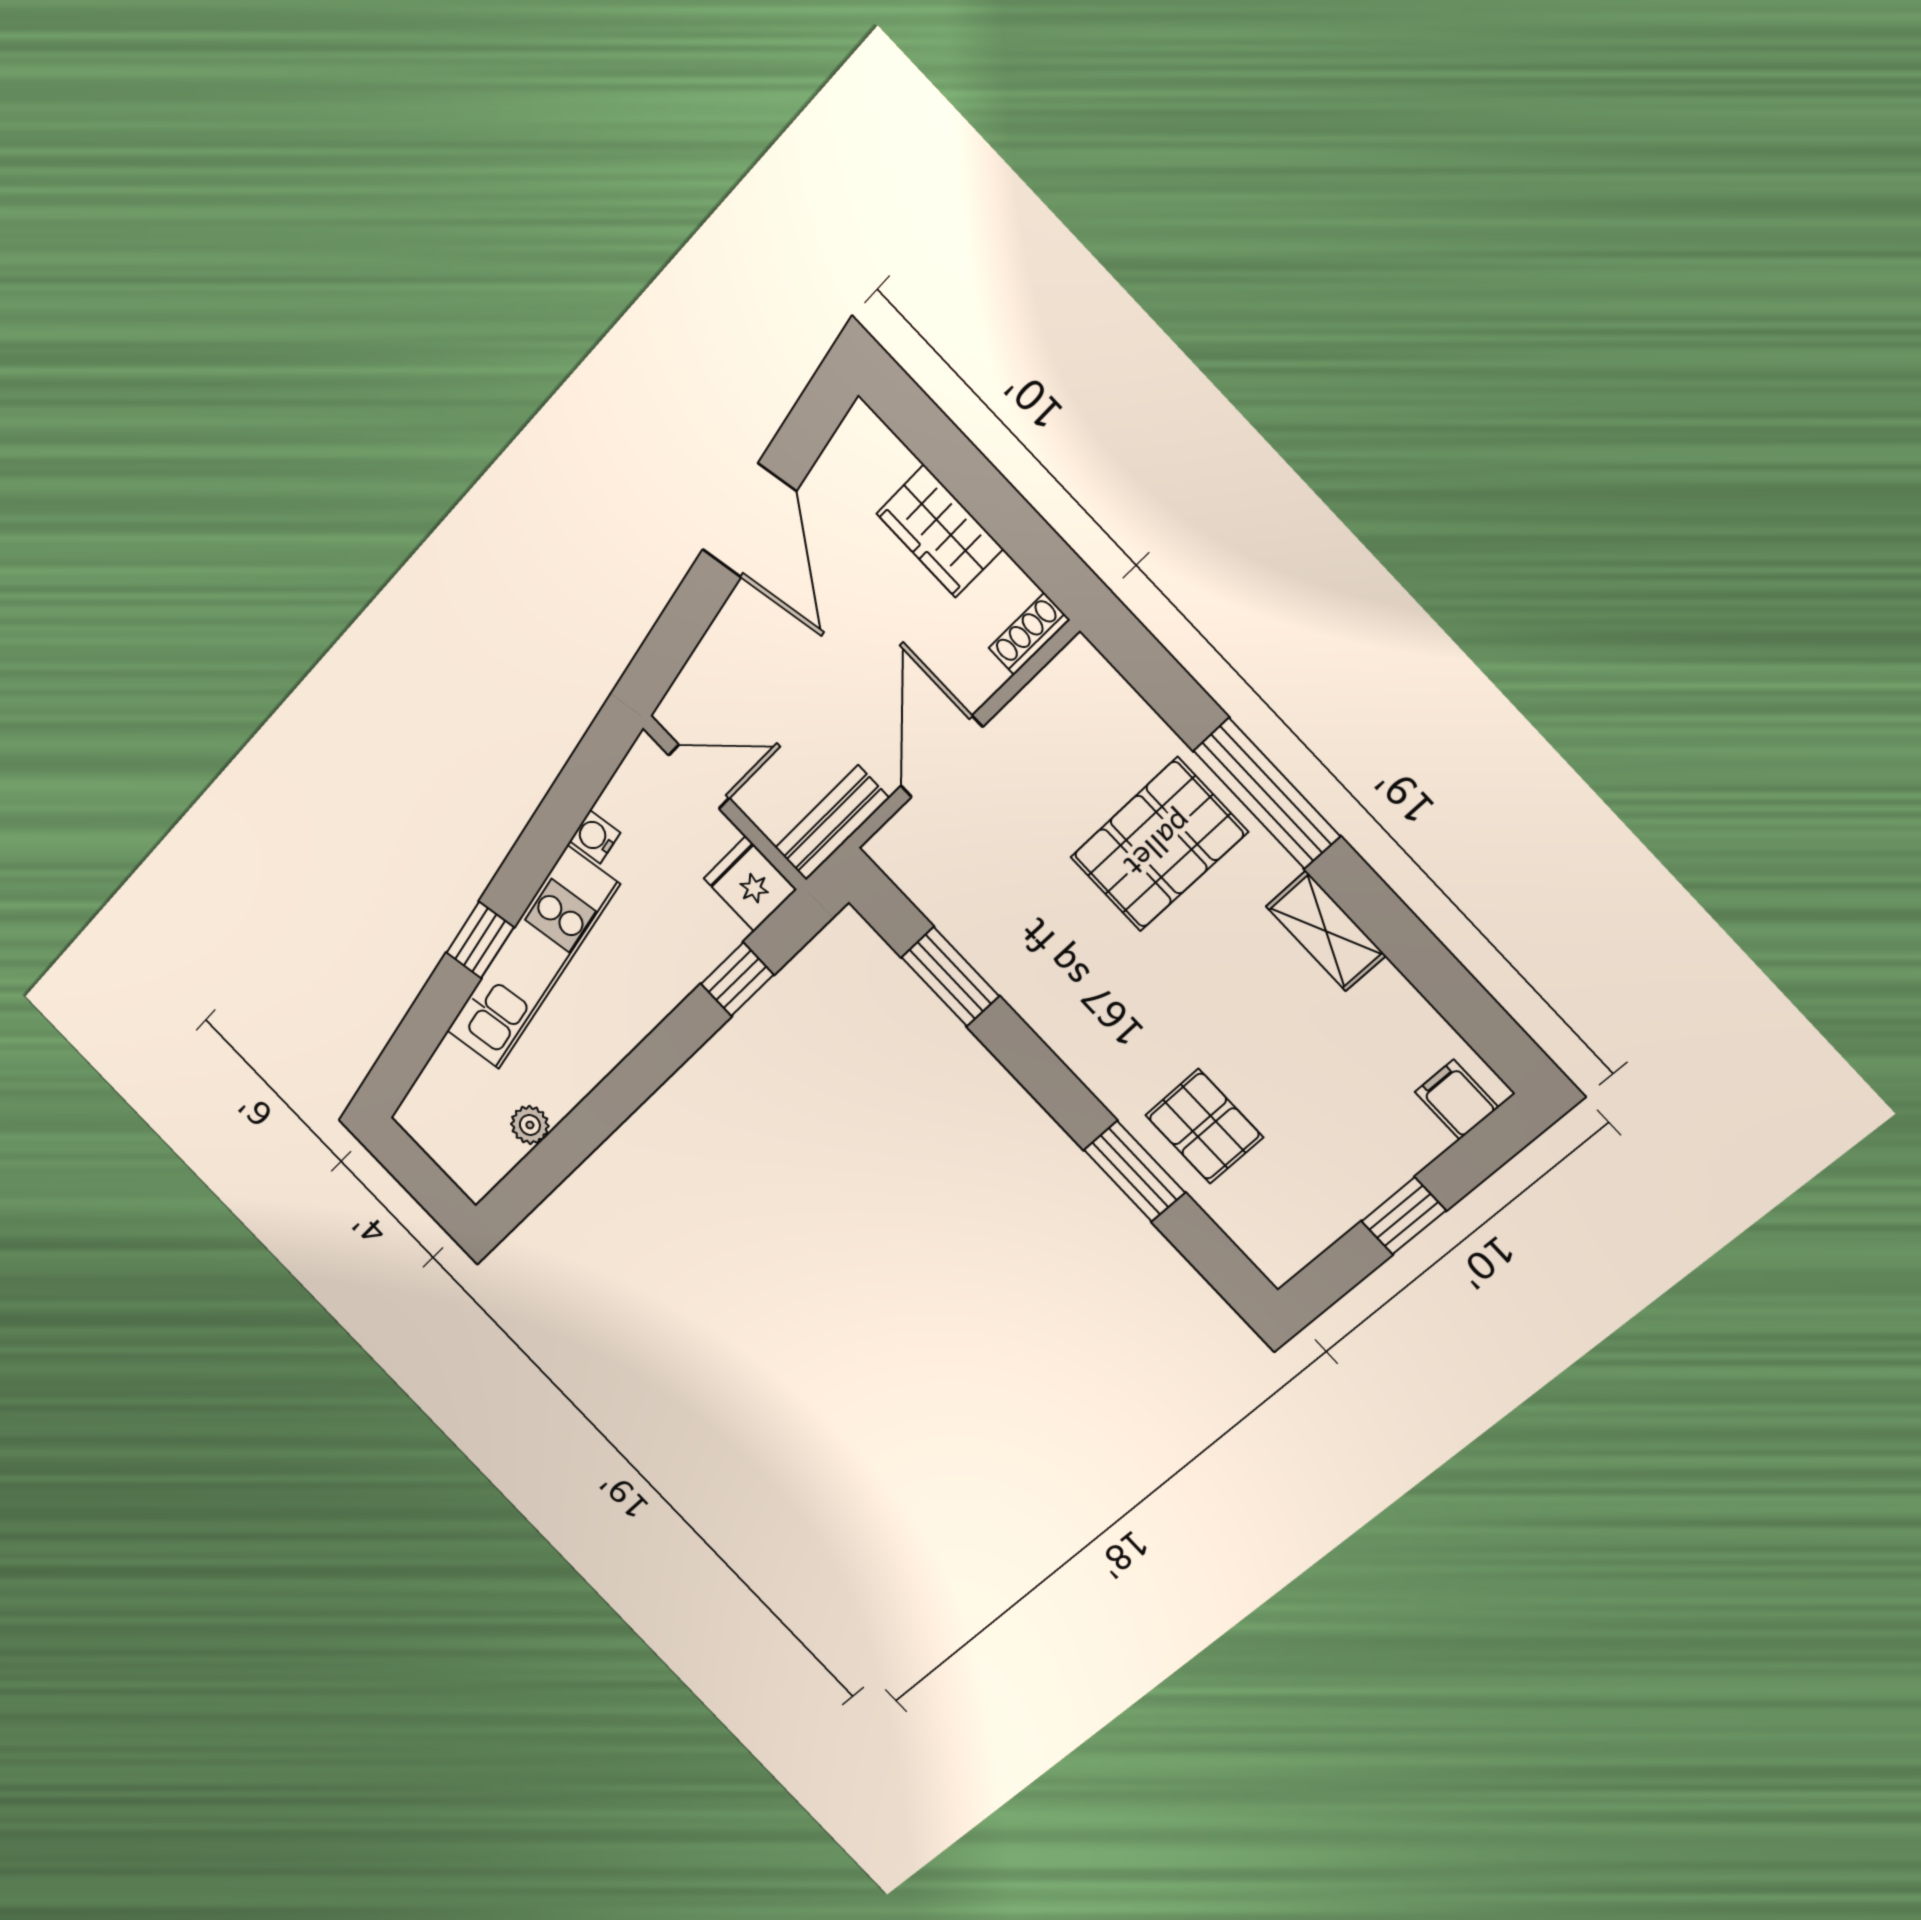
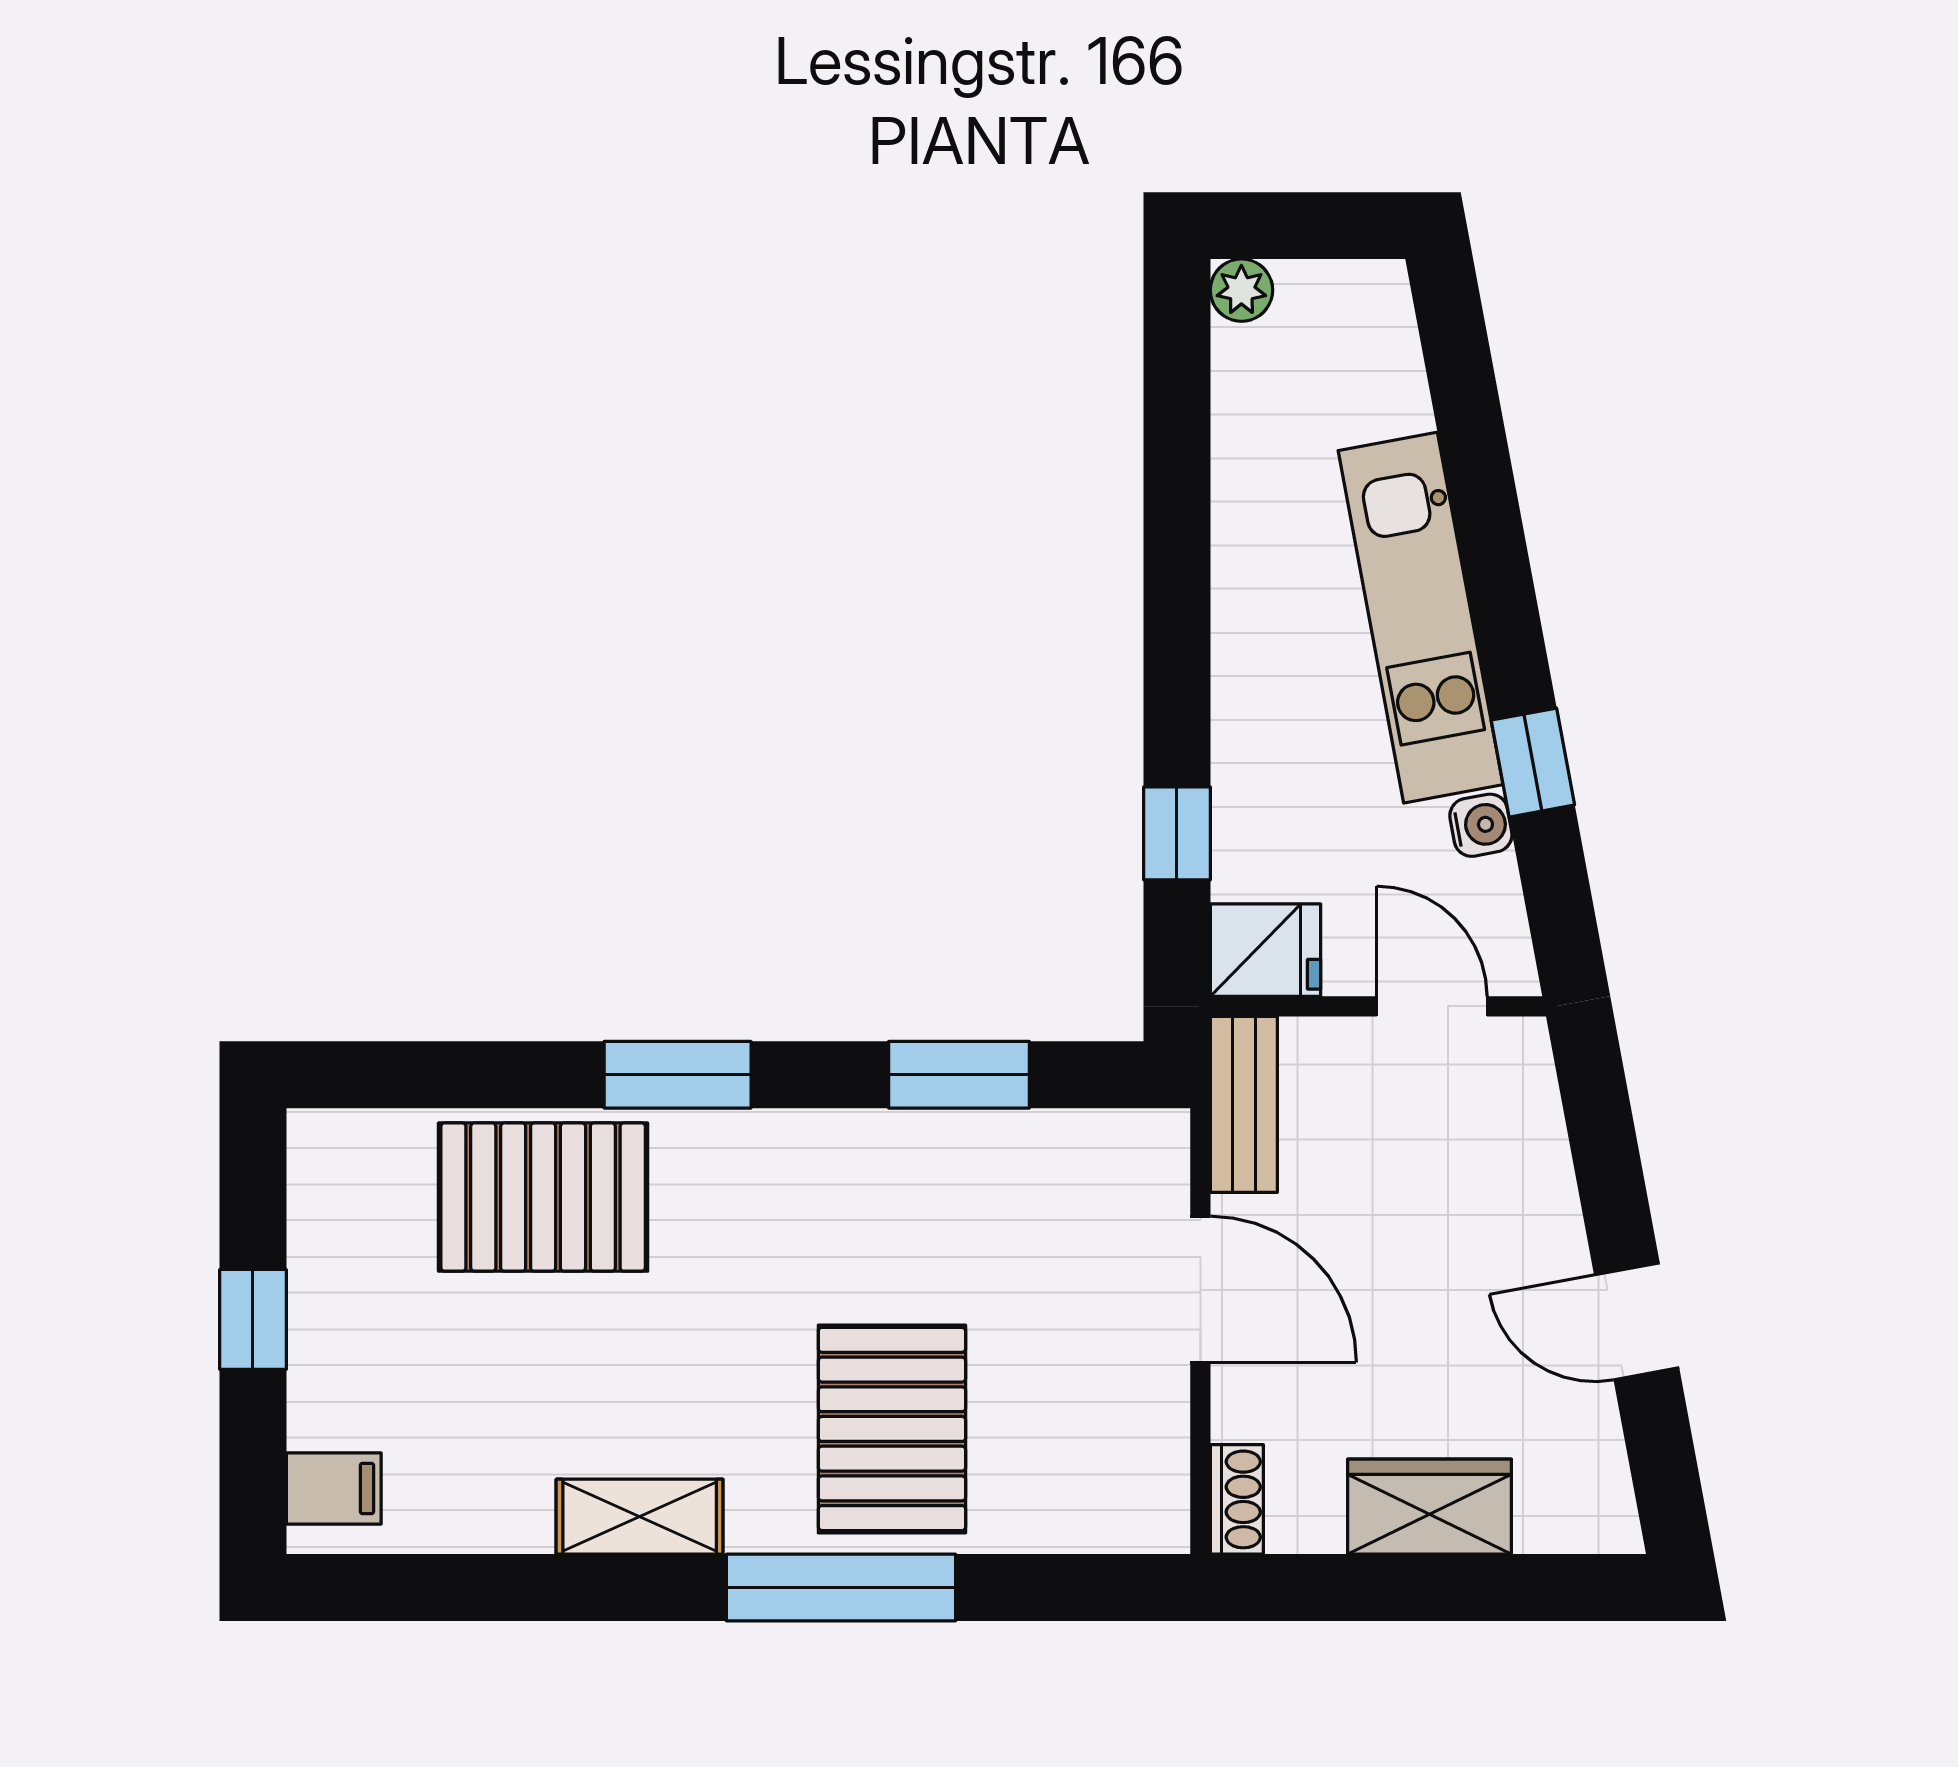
door: (749, 520) -> (1637, 1321), width x0.73
door: (699, 777) -> (1432, 1006), swing flipped
window: (480, 940) -> (1533, 763), moved
plant: (530, 1125) -> (1241, 290), moved
pallet: (1204, 1126) -> (543, 1197), width x1.50, depth x1.42
window: (1134, 1171) -> (678, 1075), moved

